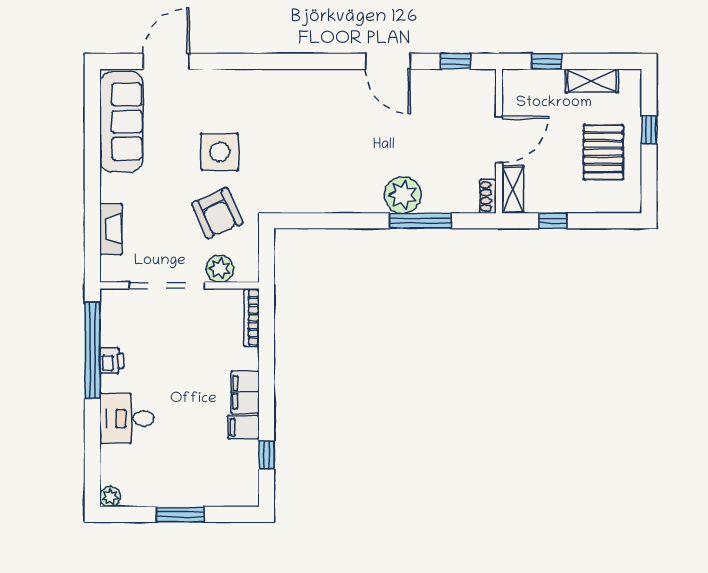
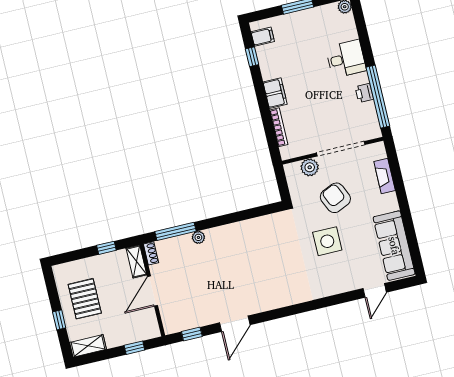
door: (166, 61) -> (375, 290), width x0.73
door: (388, 61) -> (235, 324), swing flipped
shelving: (592, 81) -> (88, 346), moved
plant: (403, 195) -> (198, 237), width x0.53, depth x0.53
armchair: (217, 213) -> (335, 198), moved
window: (421, 221) -> (176, 231), moved
bookcase: (252, 318) -> (279, 127), moved
filing cabinet: (243, 427) -> (263, 37), moved

